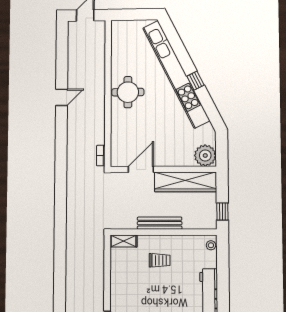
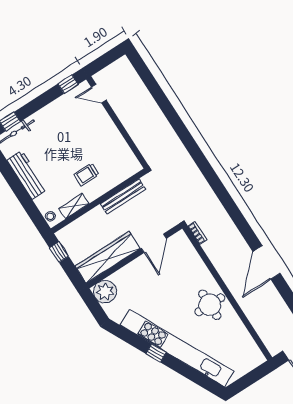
door: (62, 97) -> (266, 262), width x1.87
bench: (160, 223) -> (123, 197), moved
shelving: (124, 241) -> (74, 206), moved

